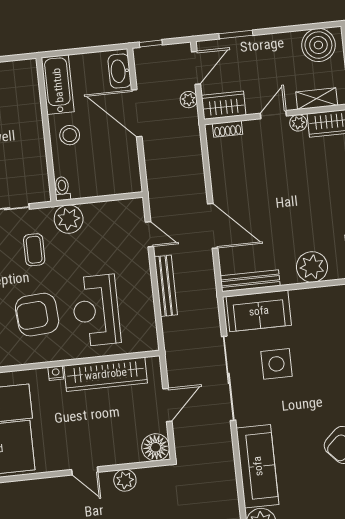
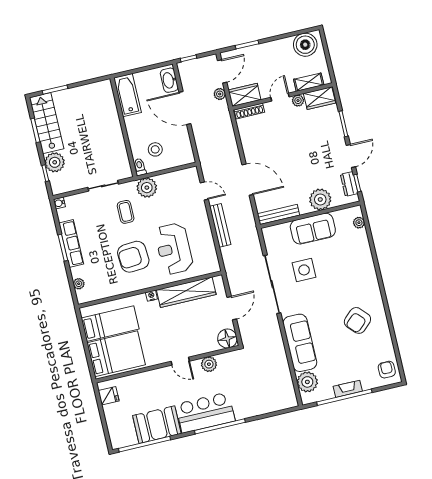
shoe rack: (228, 129) -> (249, 111), width x1.43
stool: (70, 135) -> (155, 149), moved
sofa: (259, 311) -> (313, 229), moved

